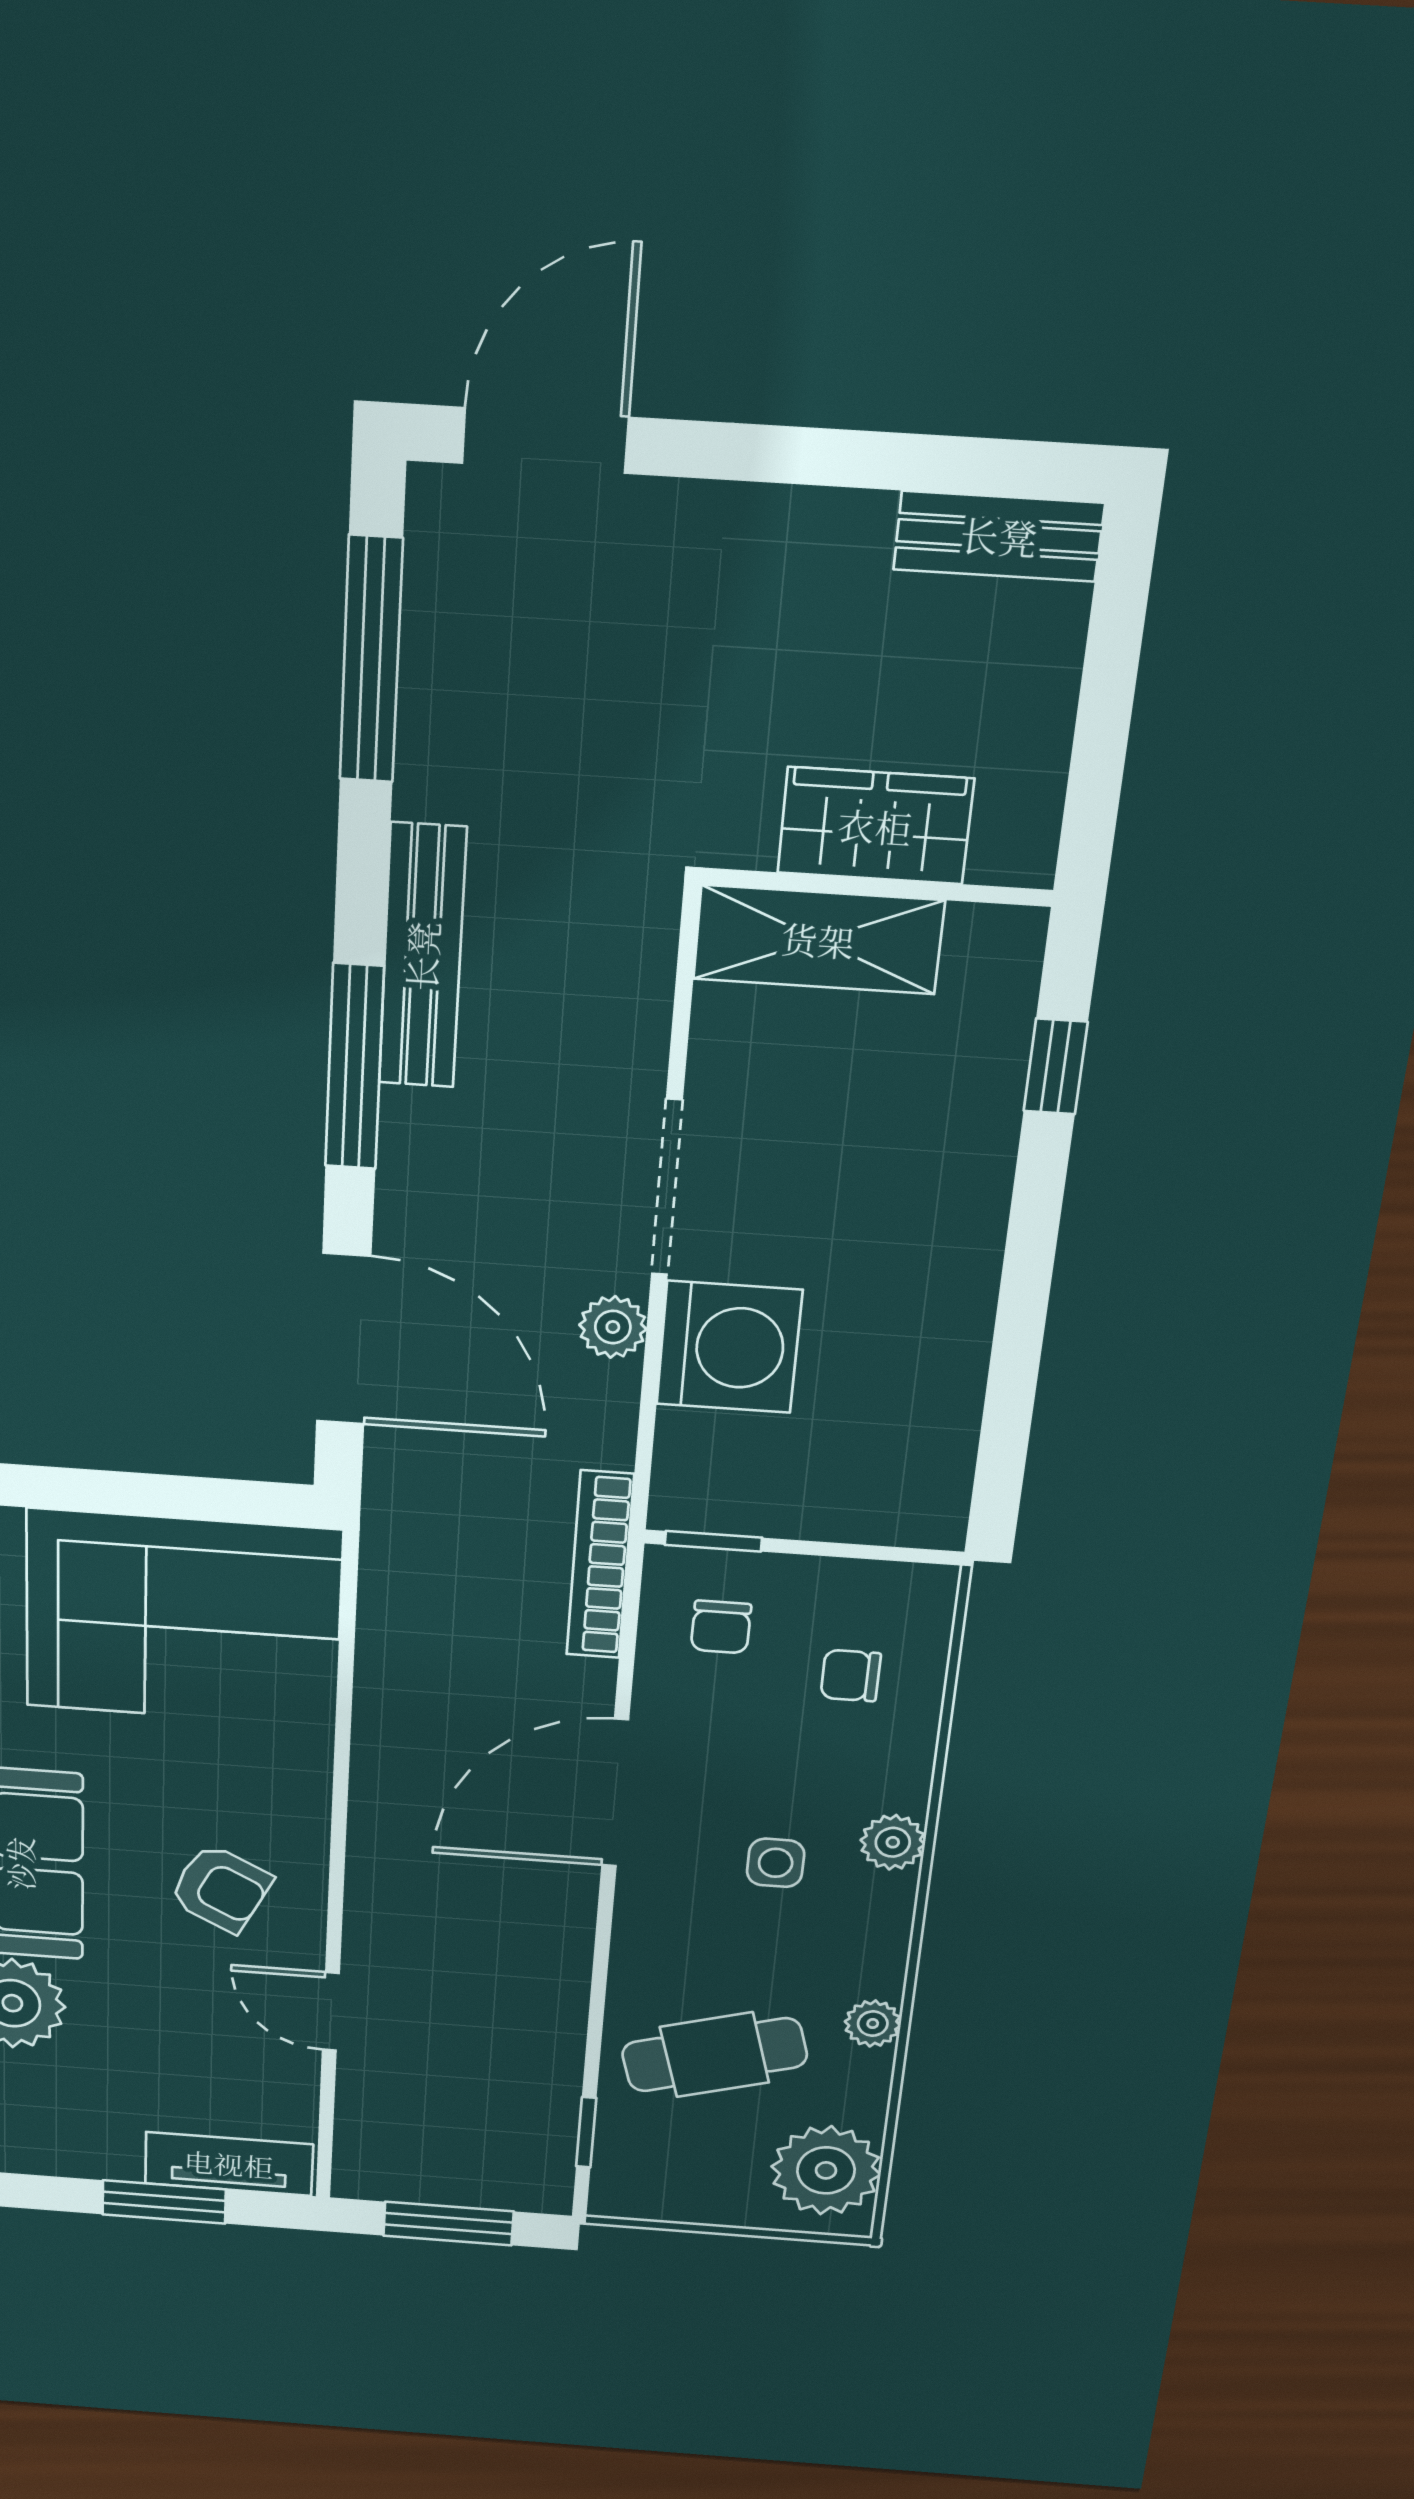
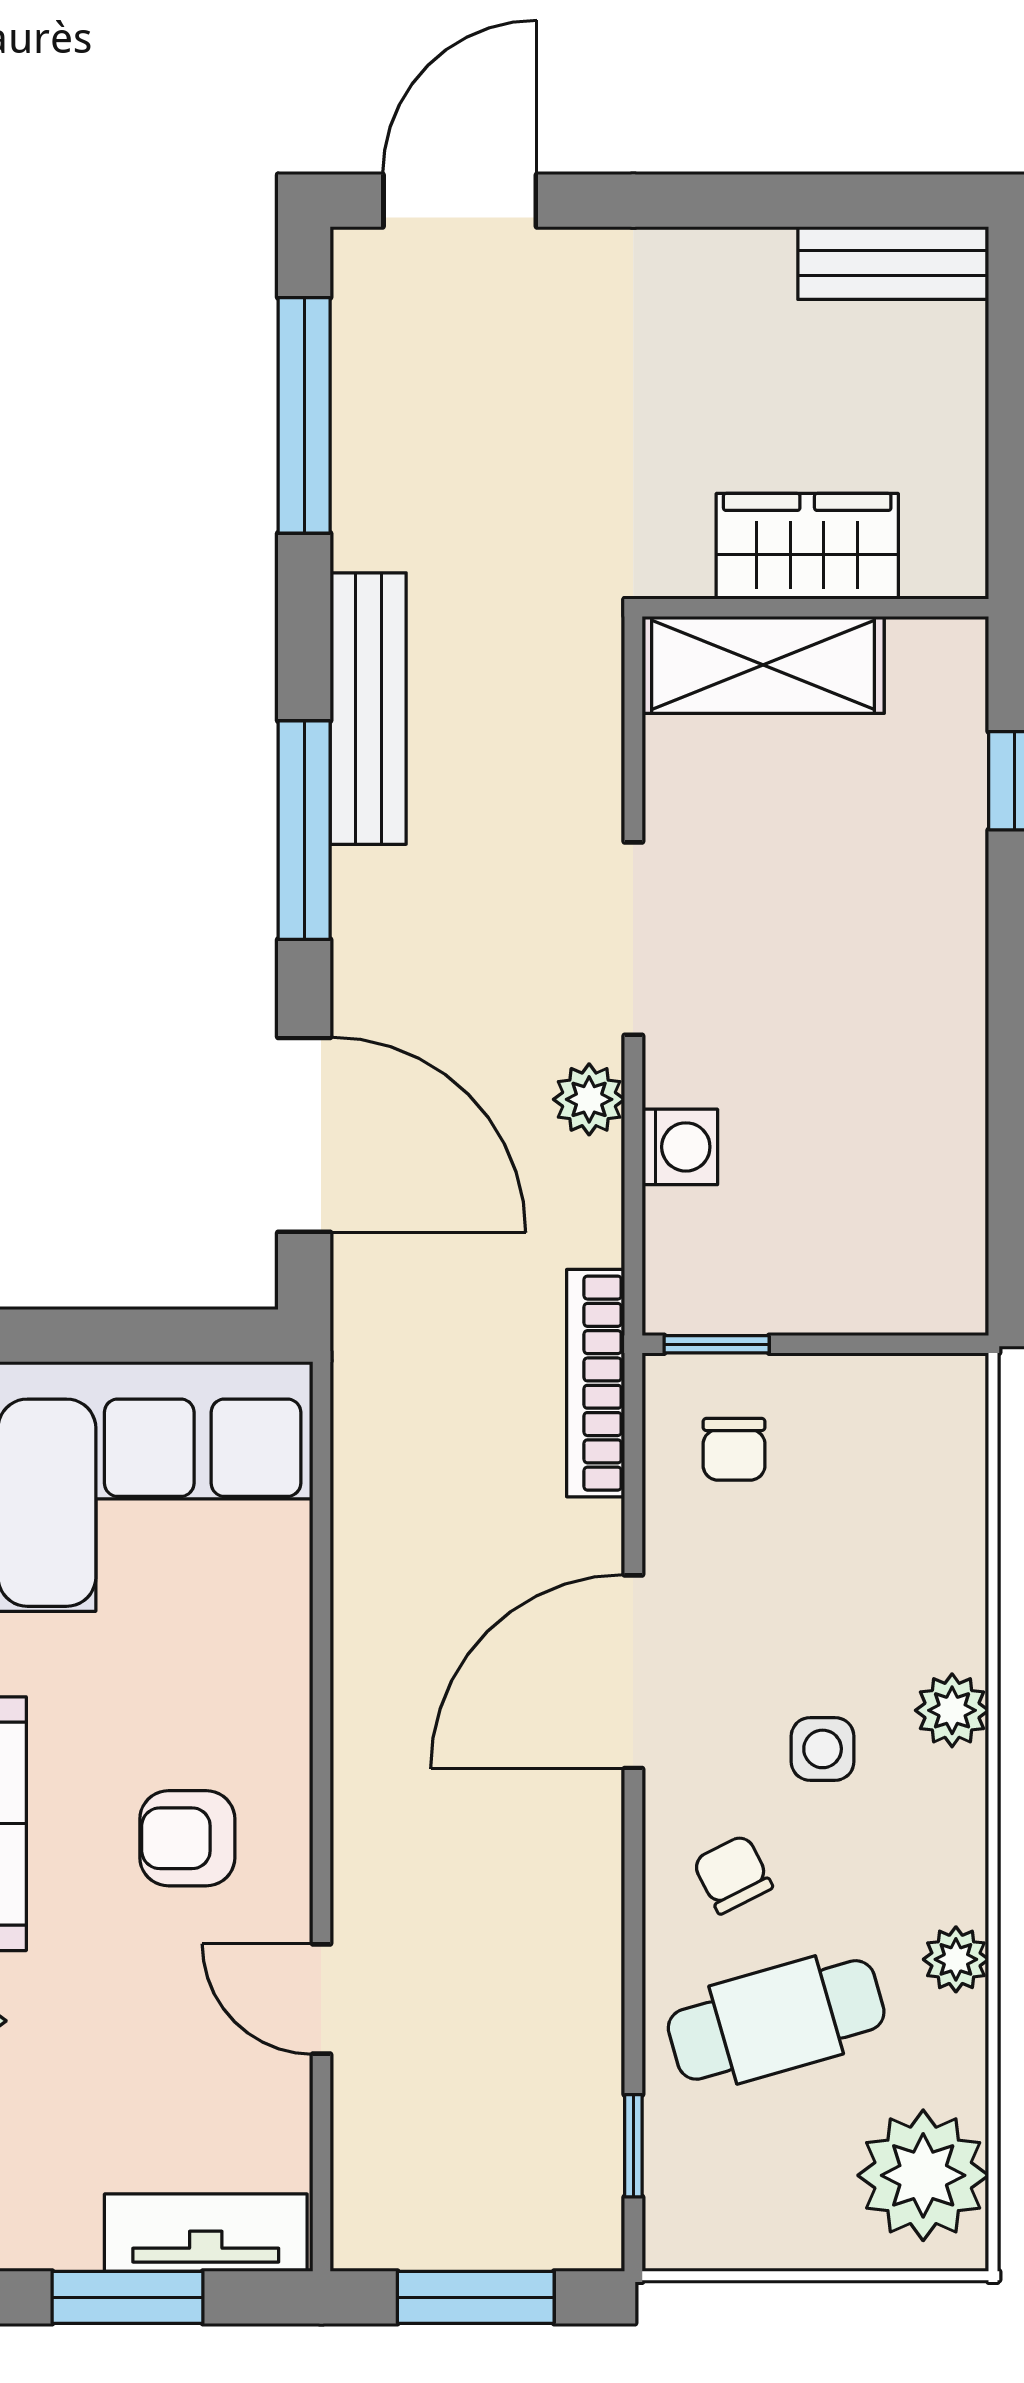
washing machine: (729, 1347) -> (680, 1147), width x0.53, depth x0.53
chair: (851, 1676) -> (733, 1874), moved, turned 63
armchair: (221, 1888) -> (187, 1838), turned 153

